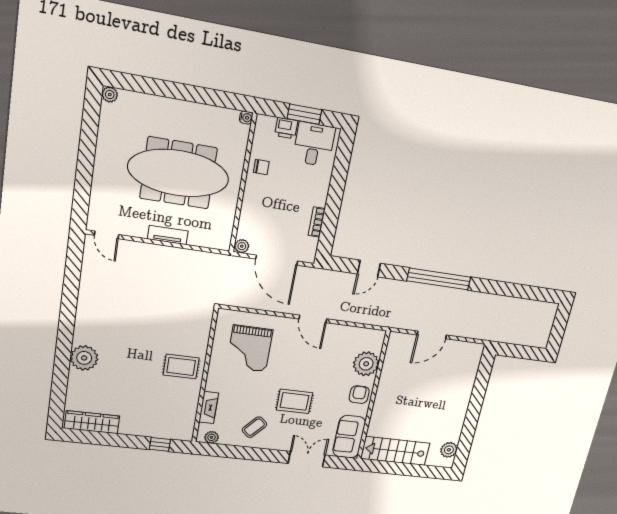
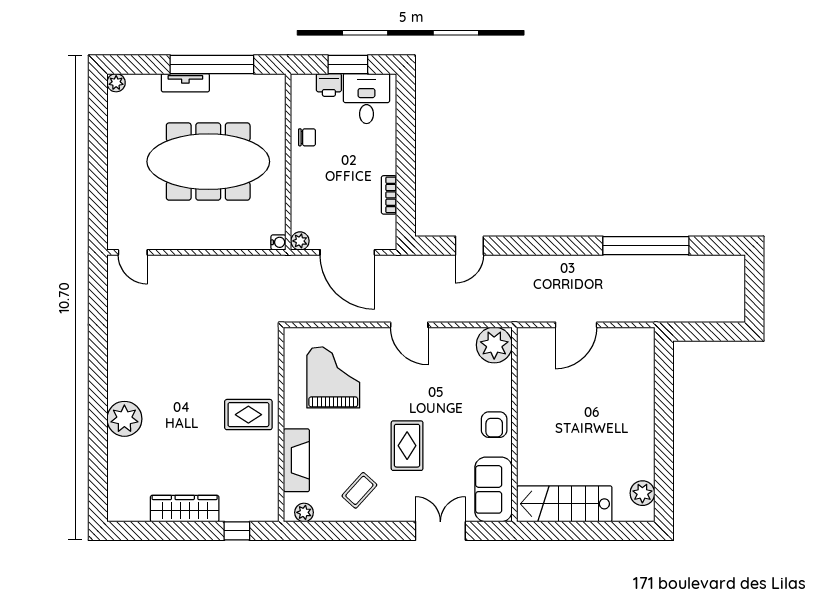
window: (193, 94) -> (212, 64), added
water cooler: (246, 118) -> (278, 242), moved
tv unit: (168, 235) -> (185, 83), moved, turned 180
window: (439, 279) -> (646, 246), moved
grand piano: (249, 348) -> (333, 377), turned 180
plant: (366, 364) -> (494, 345), moved
armchair: (359, 395) -> (494, 425), turned 180
rug: (294, 401) -> (407, 446), turned 90
fireplace: (209, 407) -> (296, 460), width x1.37, depth x1.32
wardrobe: (92, 422) -> (185, 509), moved

